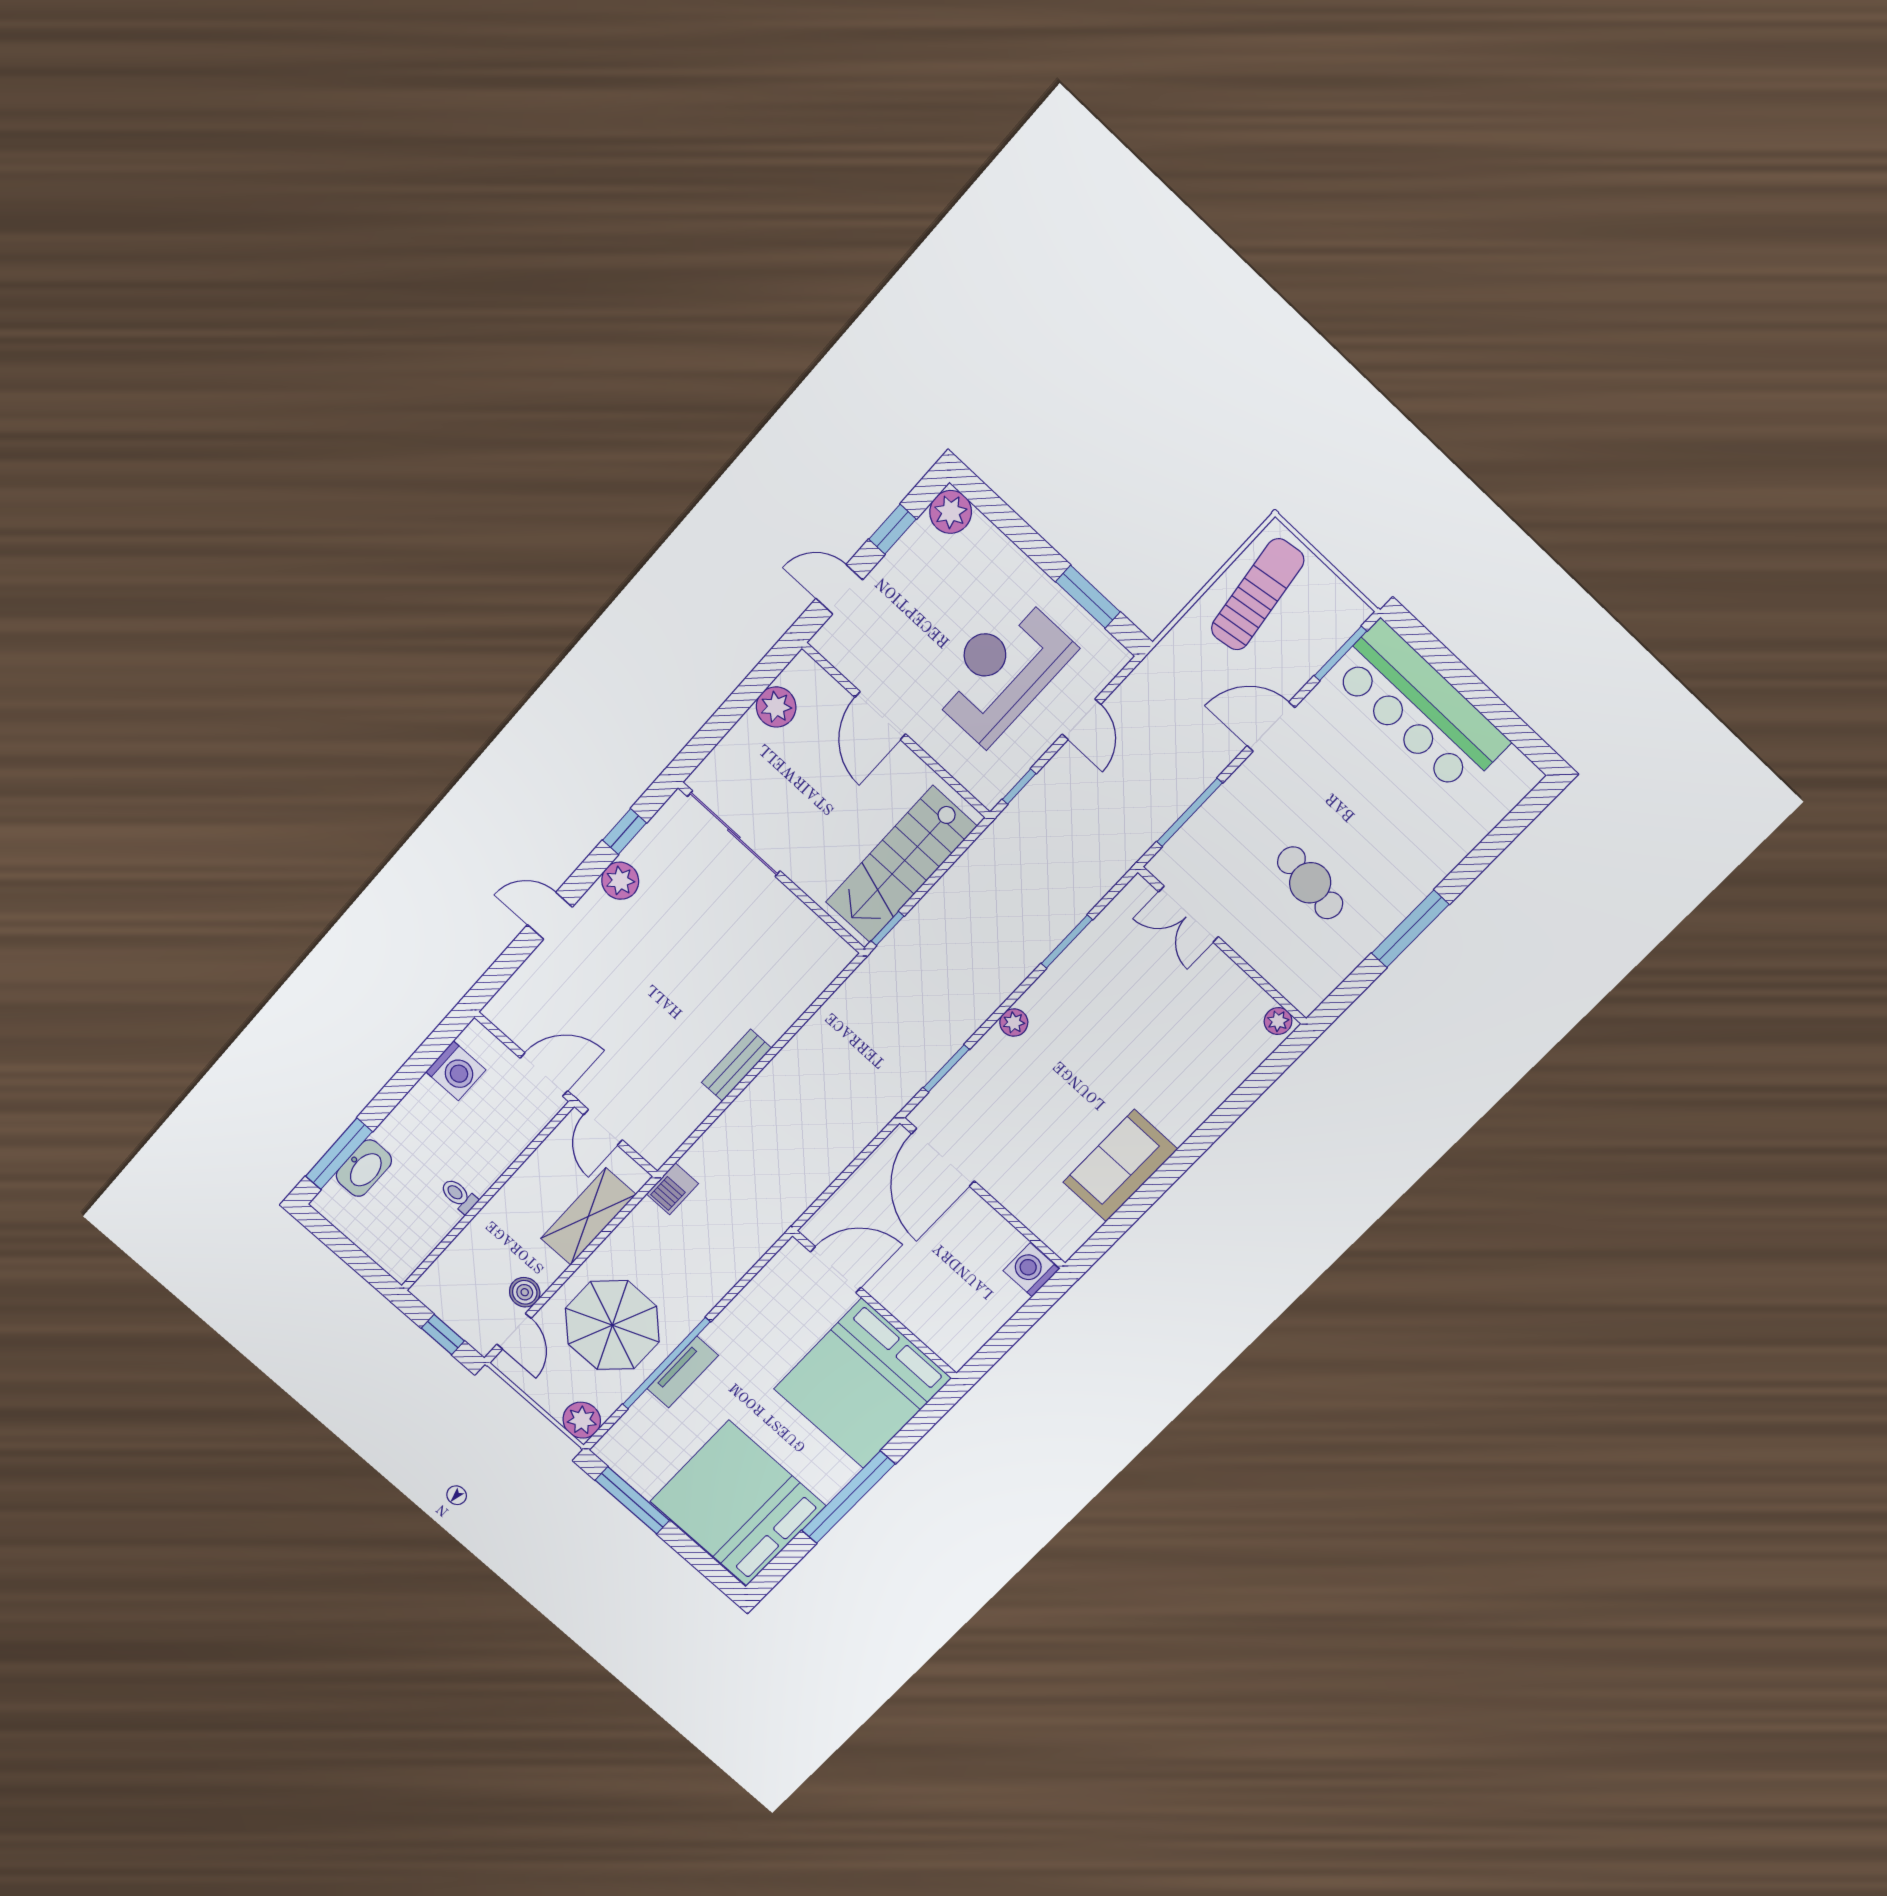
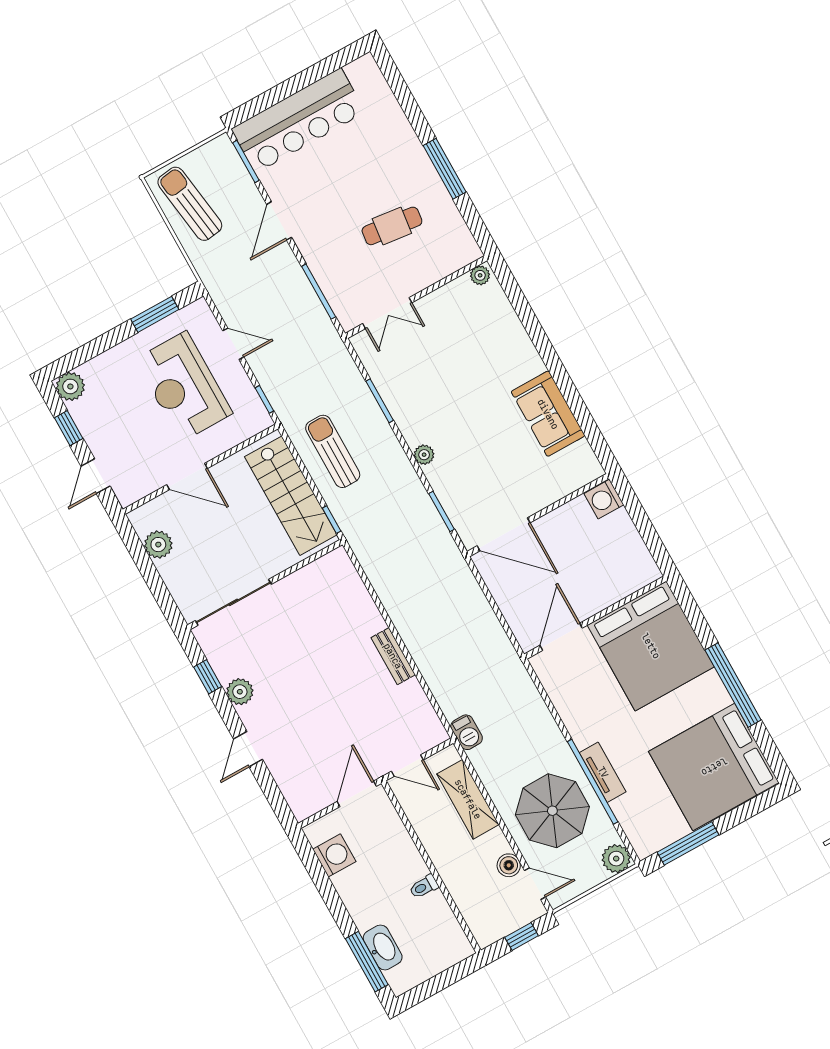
sun lounger: (979, 901) -> (333, 451), added

